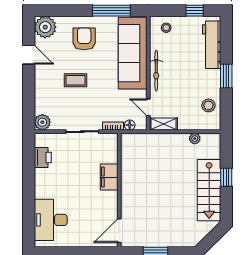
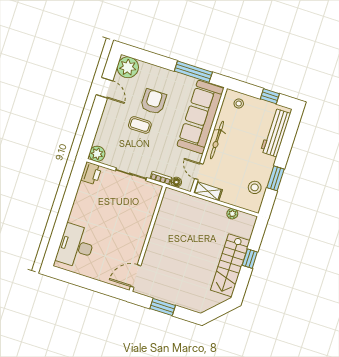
armchair: (84, 39) -> (153, 102), moved
window: (226, 76) -> (276, 178), moved
printer: (43, 157) -> (91, 173), moved
filing cabinet: (109, 177) -> (142, 224), removed

